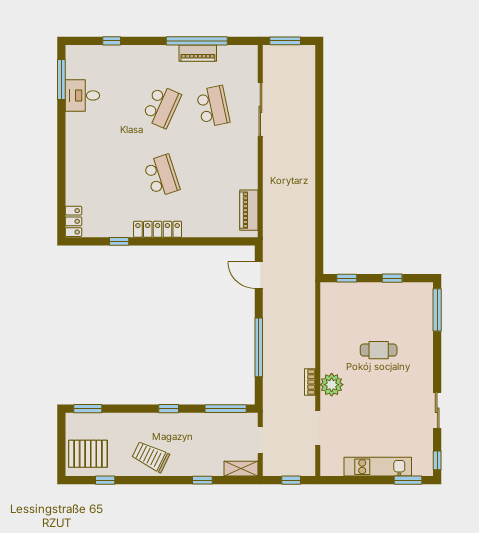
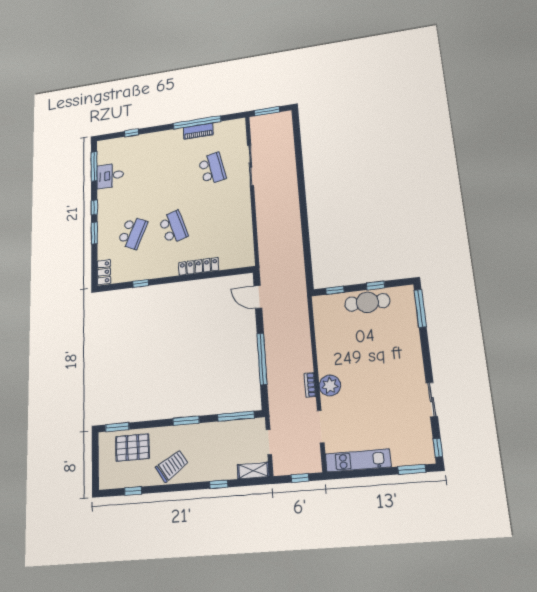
school desk: (162, 106) -> (133, 233), moved
window: (61, 135) -> (94, 208), added
window: (61, 169) -> (94, 233), added
piano: (249, 210) -> (246, 245), removed
locker: (158, 229) -> (199, 266), moved
cafe table: (379, 350) -> (367, 302), moved, width x1.37, depth x1.35
window: (169, 409) -> (186, 421), width x1.50
pallet: (88, 454) -> (132, 447), moved
trolley: (151, 457) -> (172, 466), turned 121
kitchen unit: (378, 467) -> (358, 460), moved

